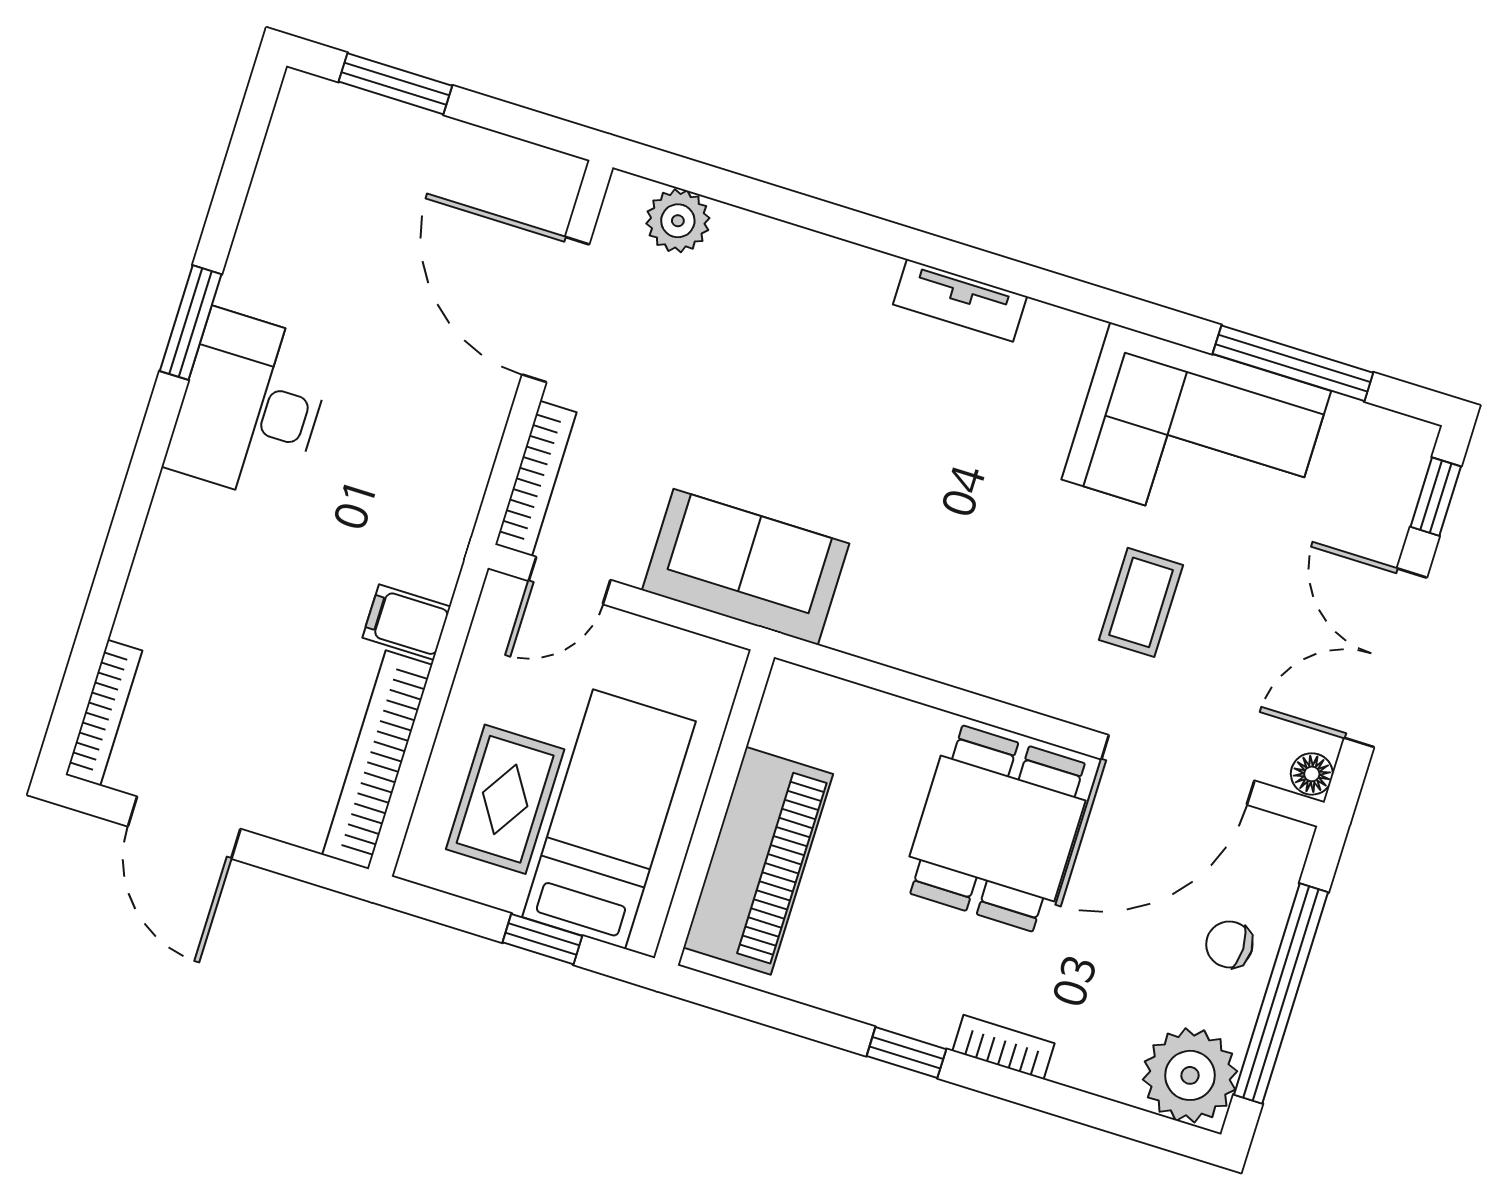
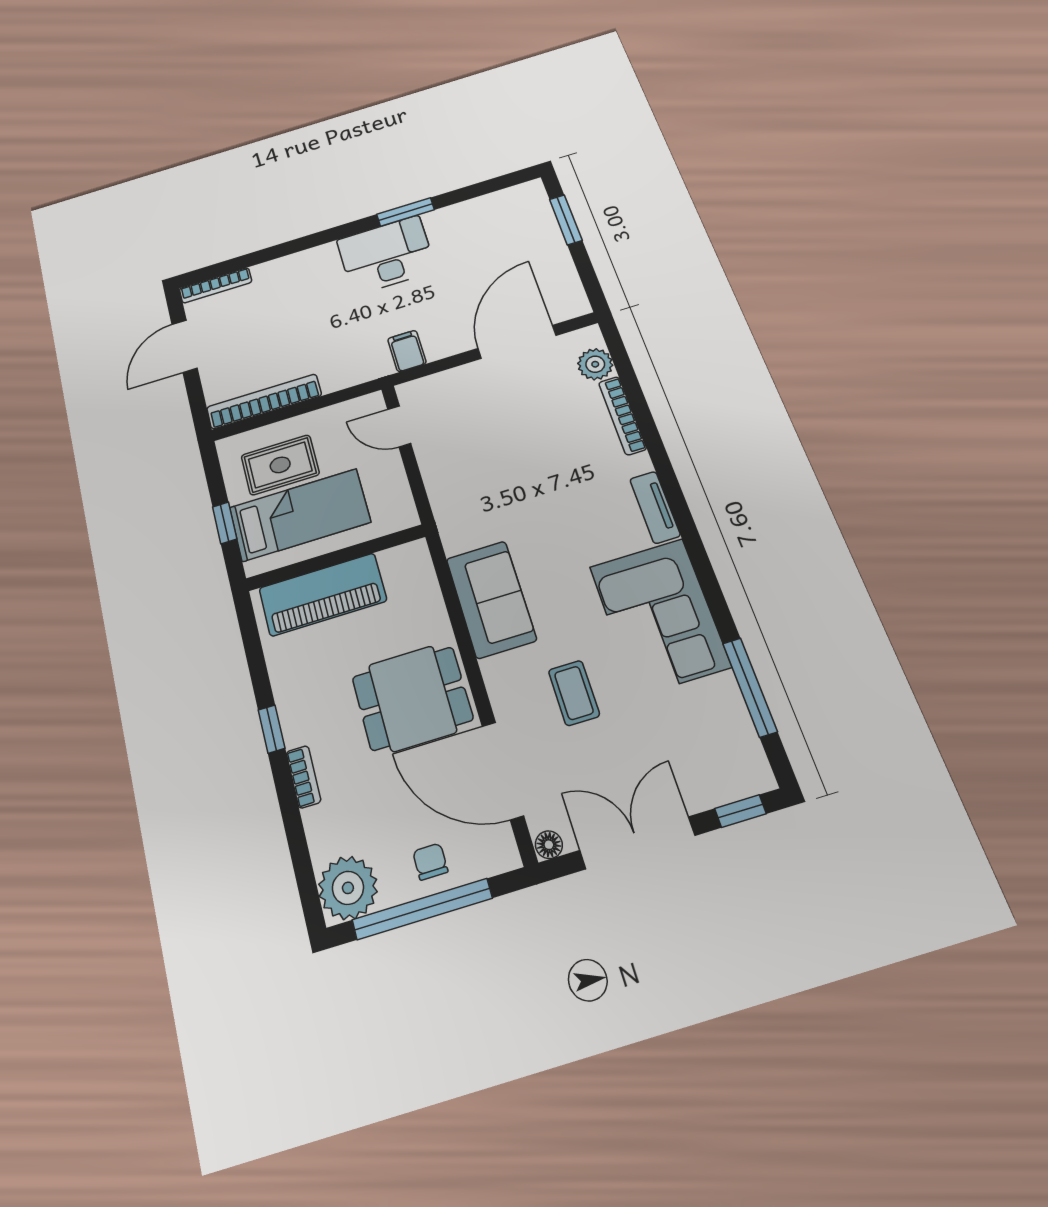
corner sofa: (1196, 435) -> (659, 616), moved
bookcase: (536, 478) -> (622, 416), moved, turned 90
sofa: (746, 567) -> (491, 599), moved
coffee table: (1141, 602) -> (574, 693), turned 90
filing cabinet: (406, 622) -> (407, 351), moved

